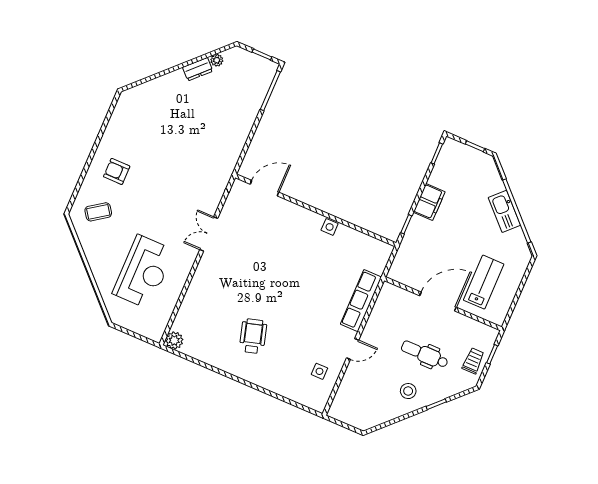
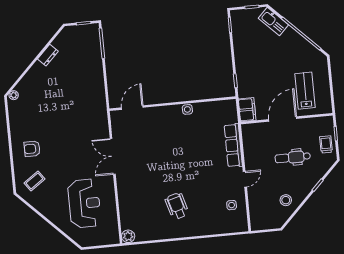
plant: (217, 60) -> (14, 95), moved
filing cabinet: (429, 202) -> (247, 110), moved
kitchen sink: (504, 211) -> (273, 22), moved
double door: (209, 234) -> (113, 156), width x1.37
stool: (408, 391) -> (286, 200), moved

